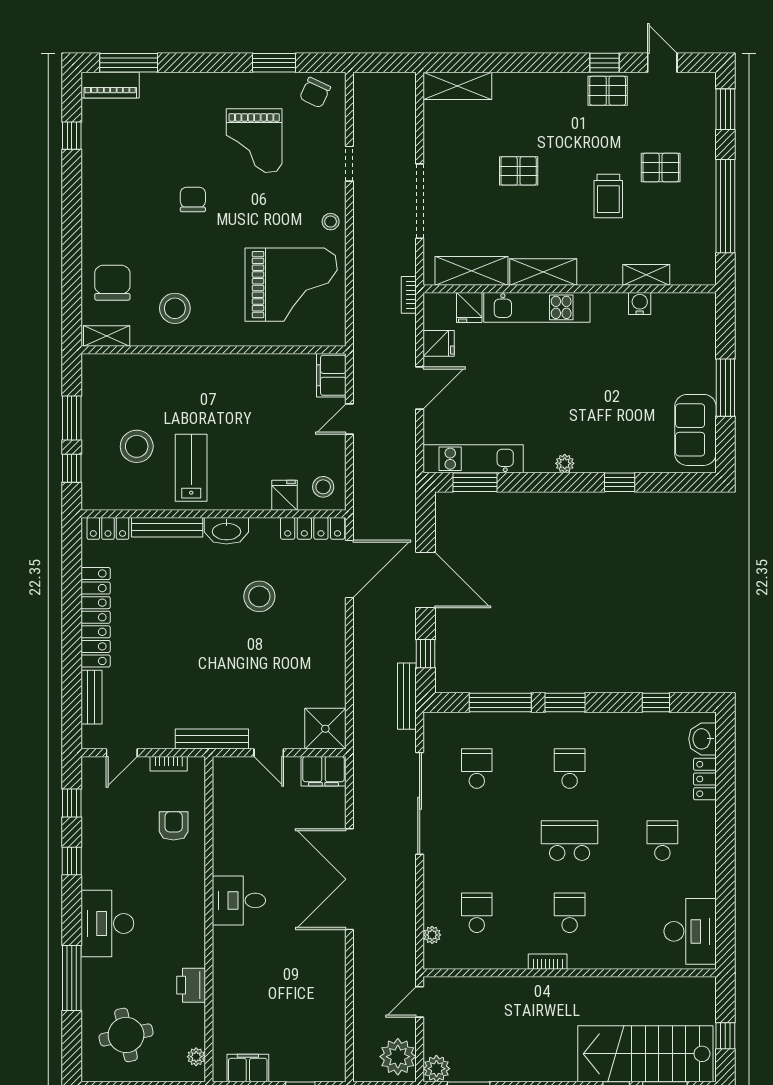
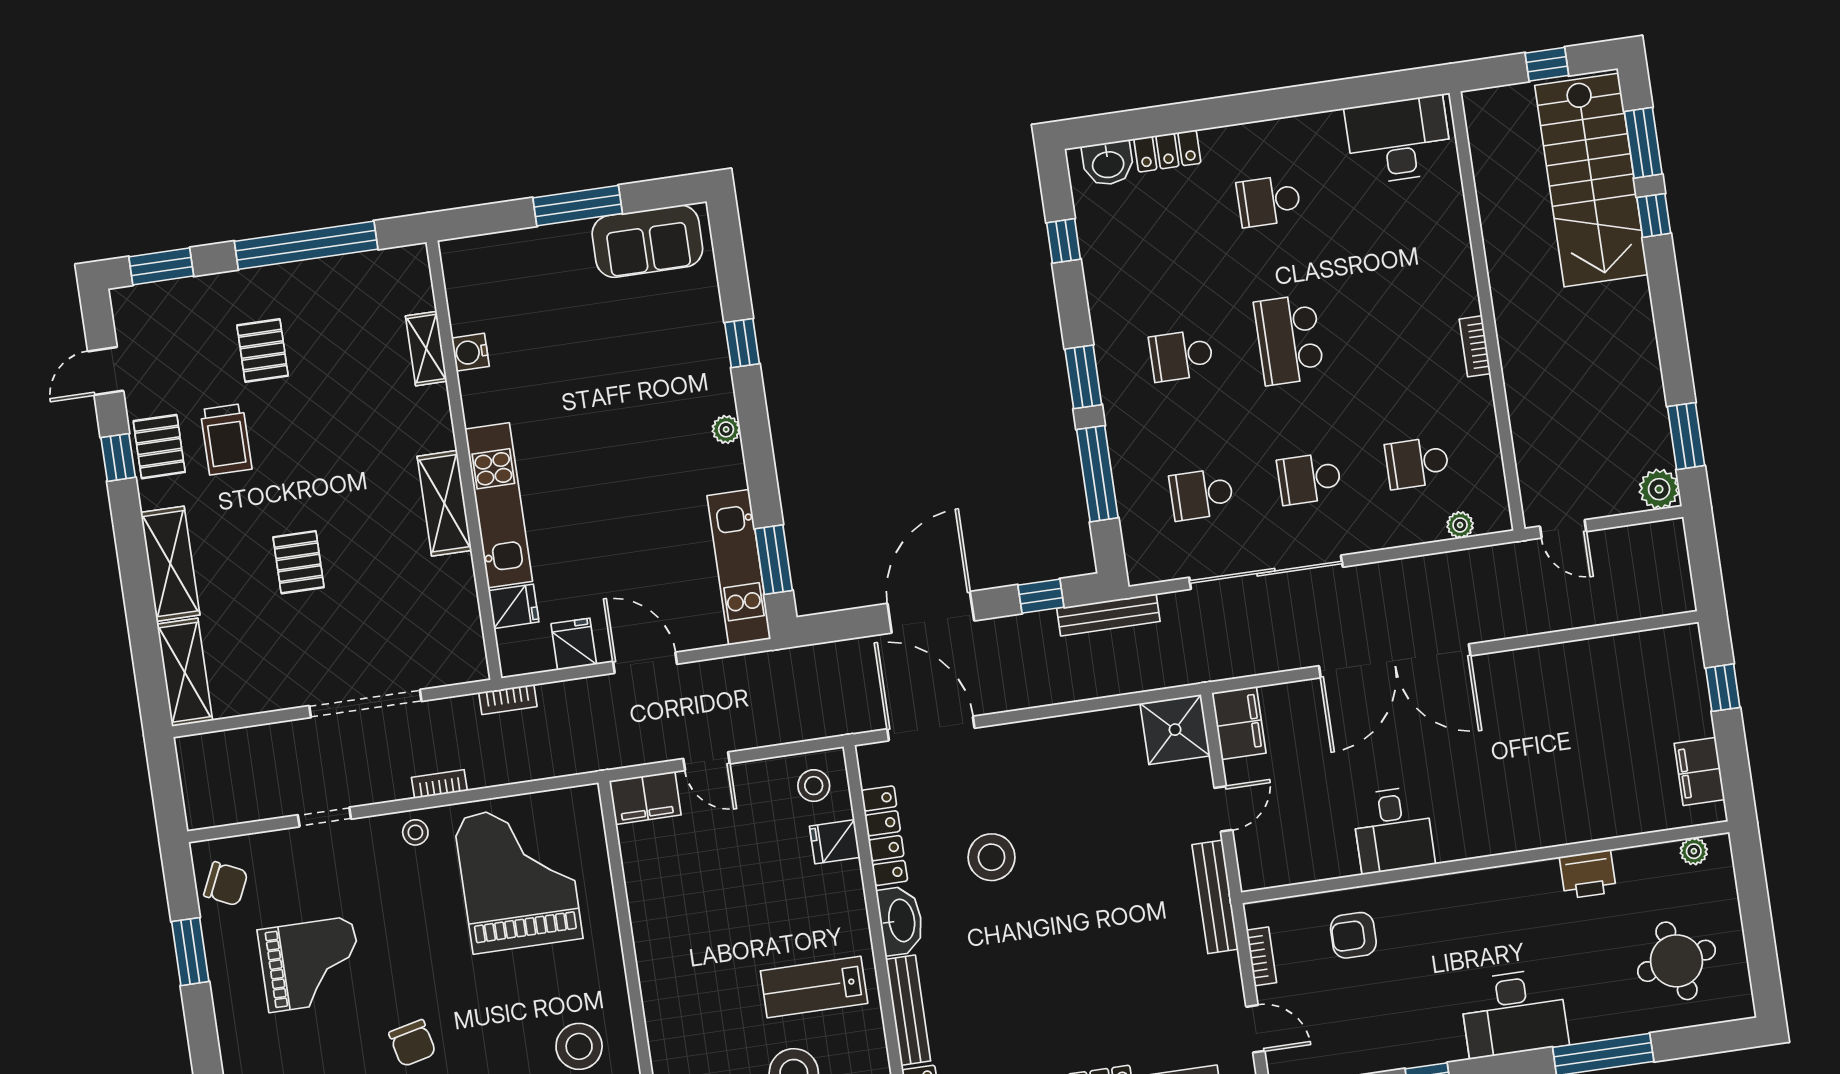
trolley: (608, 196) -> (226, 439), moved, turned 90
chair: (193, 199) -> (412, 1043), turned -103
bookcase: (360, 242) -> (439, 784), added
shelving: (472, 271) -> (170, 564), moved
locker: (313, 528) -> (884, 836), moved
desk: (239, 900) -> (1393, 830), moved
school desk: (570, 913) -> (1309, 479), moved
plant: (398, 1057) -> (1650, 550), removed

